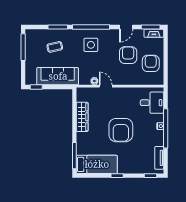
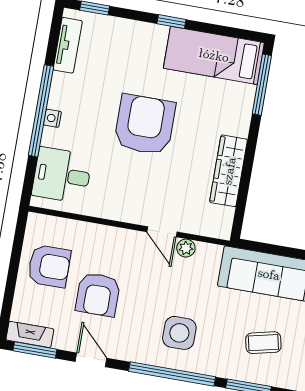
door: (126, 27) -> (91, 360), hinge flipped
armchair: (151, 63) -> (49, 266), turned -90

